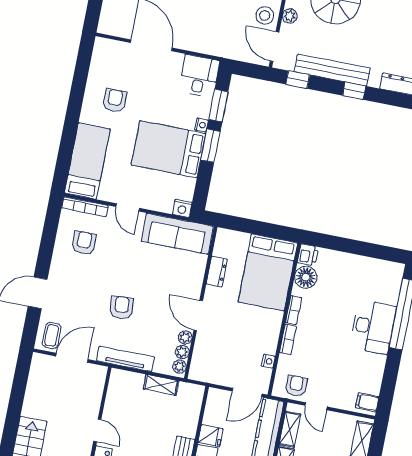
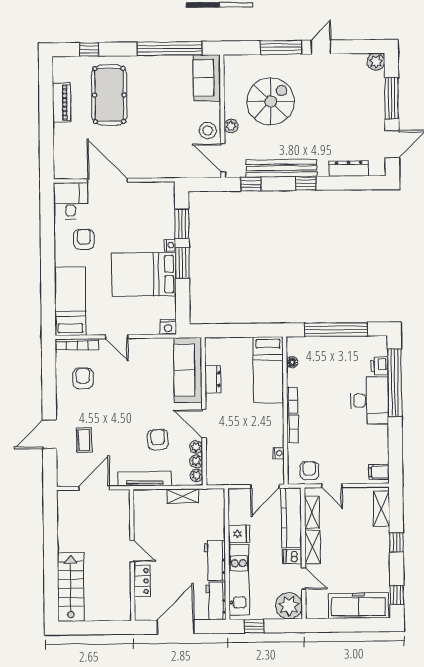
desk: (199, 76) -> (71, 201), moved
sofa: (177, 234) -> (188, 370), moved, turned 90
window: (354, 247) -> (336, 329), added
printer: (308, 255) -> (379, 366), moved, turned 180
bed: (268, 272) -> (268, 370), width x0.67
floor lamp: (306, 277) -> (292, 362), width x0.53, depth x0.53
armchair: (122, 308) -> (158, 440), moved
coffee table: (52, 335) -> (84, 440), moved

